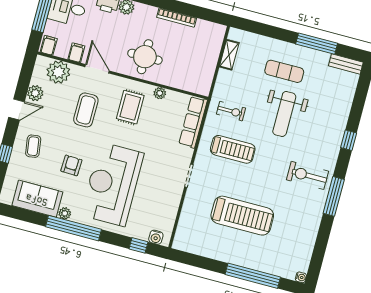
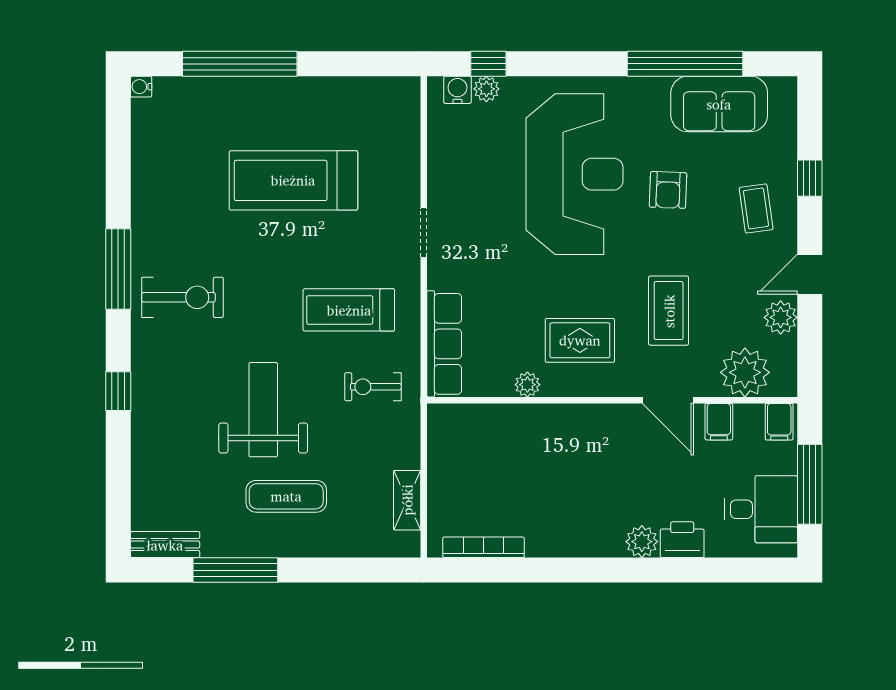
bookcase: (177, 18) -> (484, 547), moved
round table: (145, 57) -> (577, 451), removed
rug: (130, 107) -> (580, 340), turned 90
plant: (65, 213) -> (486, 89), moved
window: (73, 228) -> (685, 64), moved

